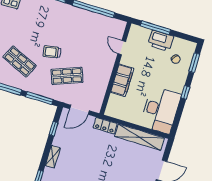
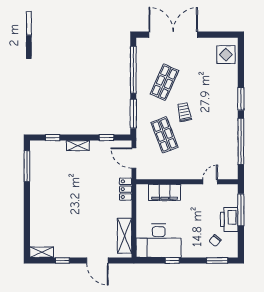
filing cabinet: (122, 80) -> (165, 192), moved
window: (185, 92) -> (172, 260), moved
shelving: (139, 137) -> (124, 236), width x0.68

